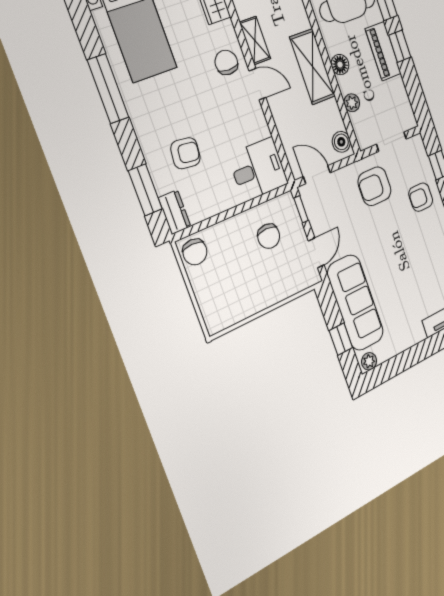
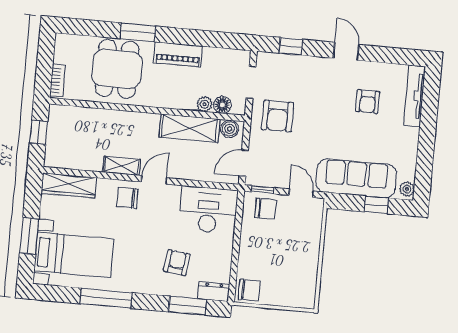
window: (400, 46) -> (181, 36), removed
floor lamp: (340, 65) -> (222, 105), moved
shelving: (313, 67) -> (189, 128), moved
desk: (258, 169) -> (208, 210), width x1.37
armchair: (421, 197) -> (368, 102), moved
chair: (269, 236) -> (265, 209), moved

